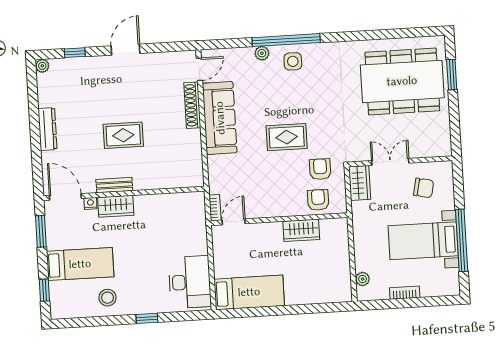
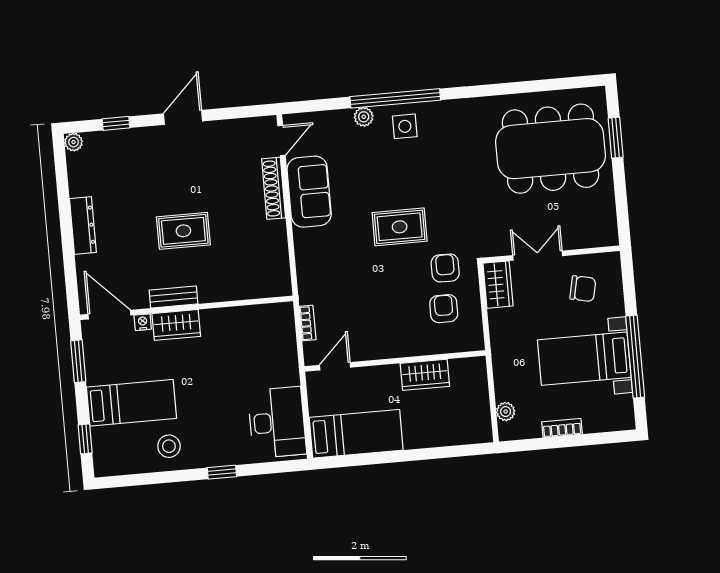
sofa: (220, 118) -> (309, 192), width x0.73
wall: (279, 219) -> (395, 361), moved
door: (234, 222) -> (335, 366), moved
wardrobe: (301, 230) -> (425, 375), moved

